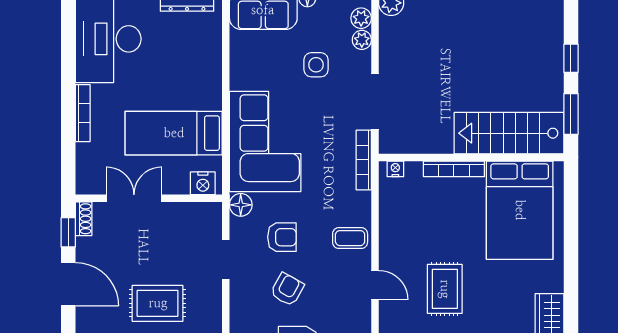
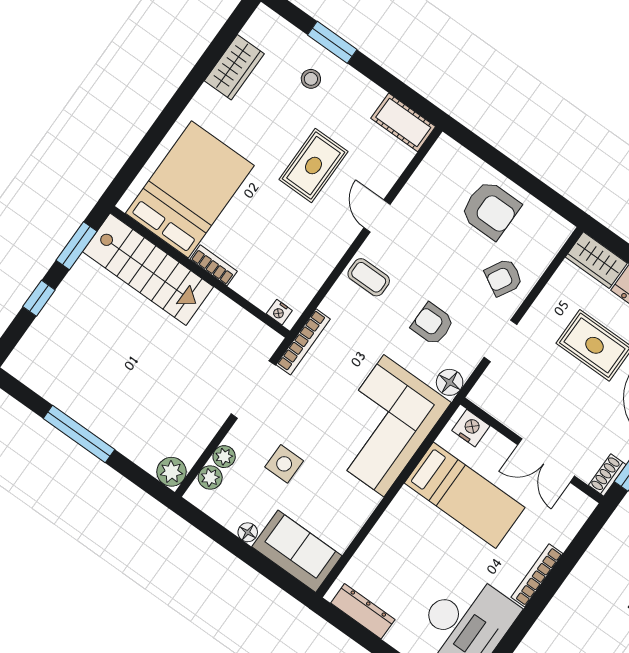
bookcase: (454, 169) -> (214, 265), width x0.64
armchair: (287, 289) -> (504, 277), moved

